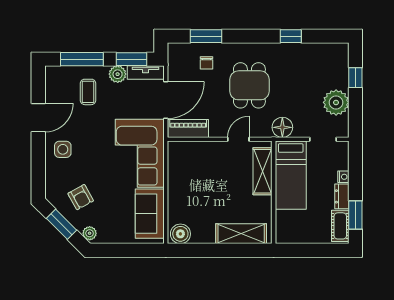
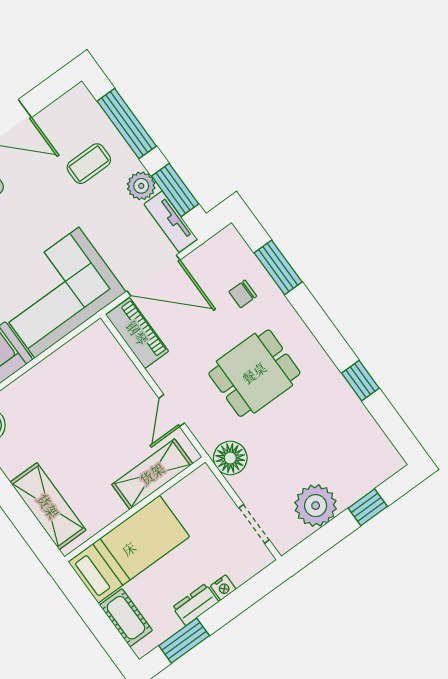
door: (238, 139) -> (172, 411), swing flipped
bed: (291, 175) -> (129, 549), moved, turned 180
cot: (340, 226) -> (126, 618), moved, turned 90

